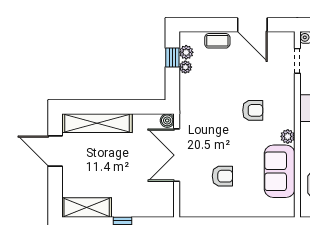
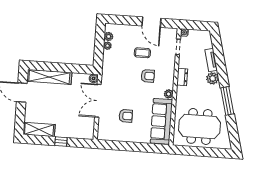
coffee table: (217, 41) -> (142, 53), moved
window: (172, 58) -> (100, 39), removed
sofa: (280, 171) -> (161, 121), width x1.36

